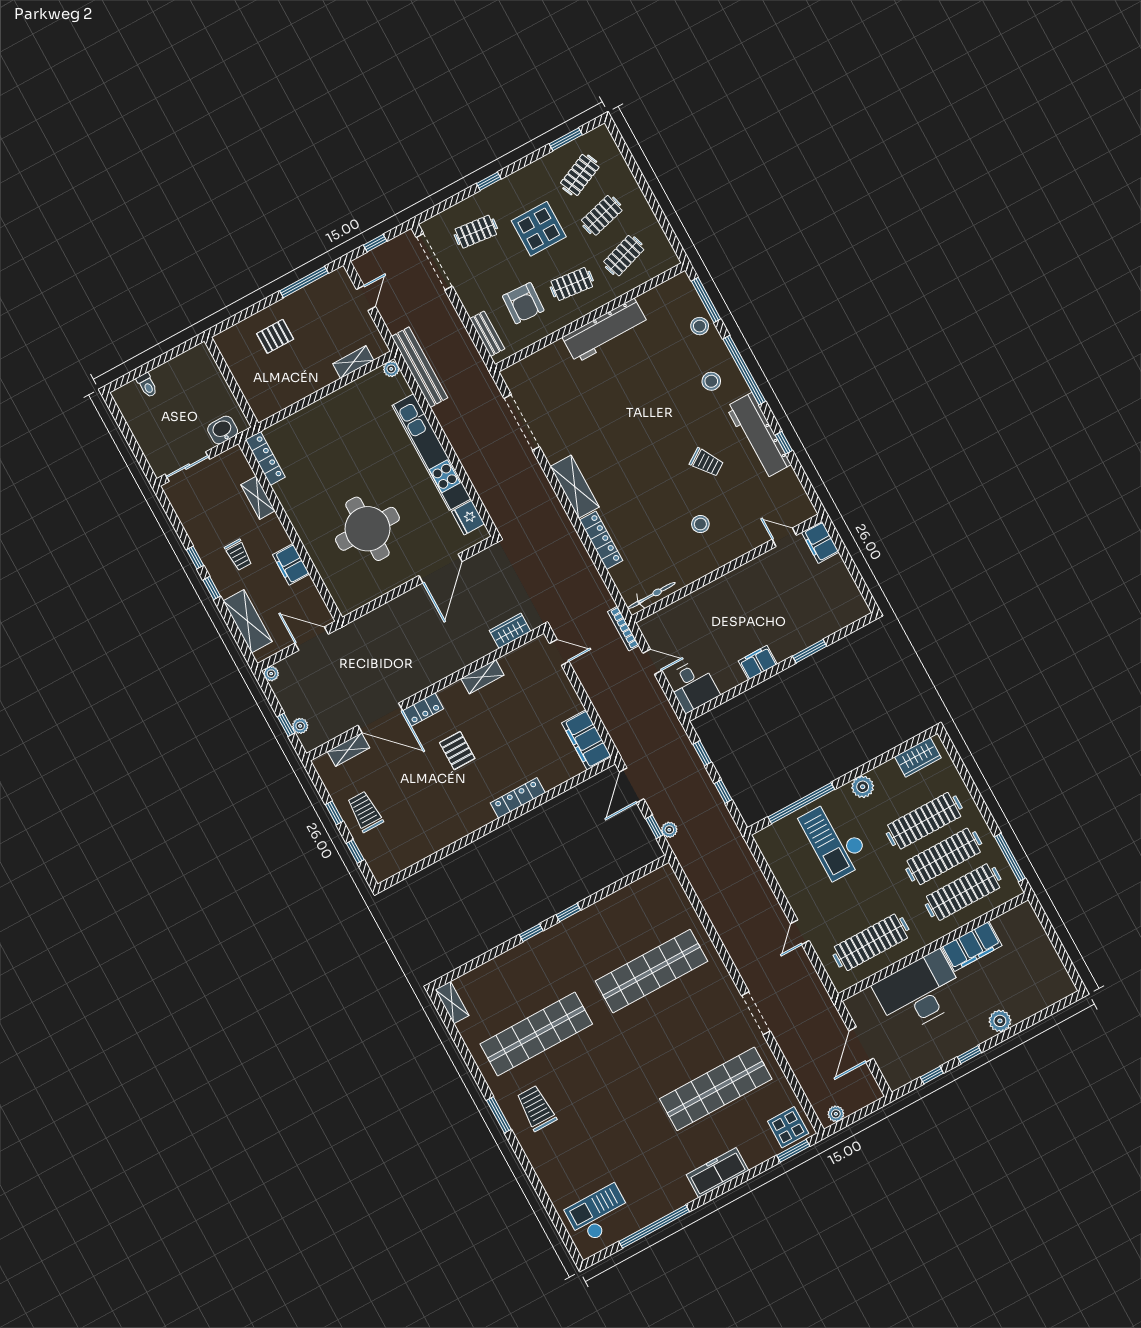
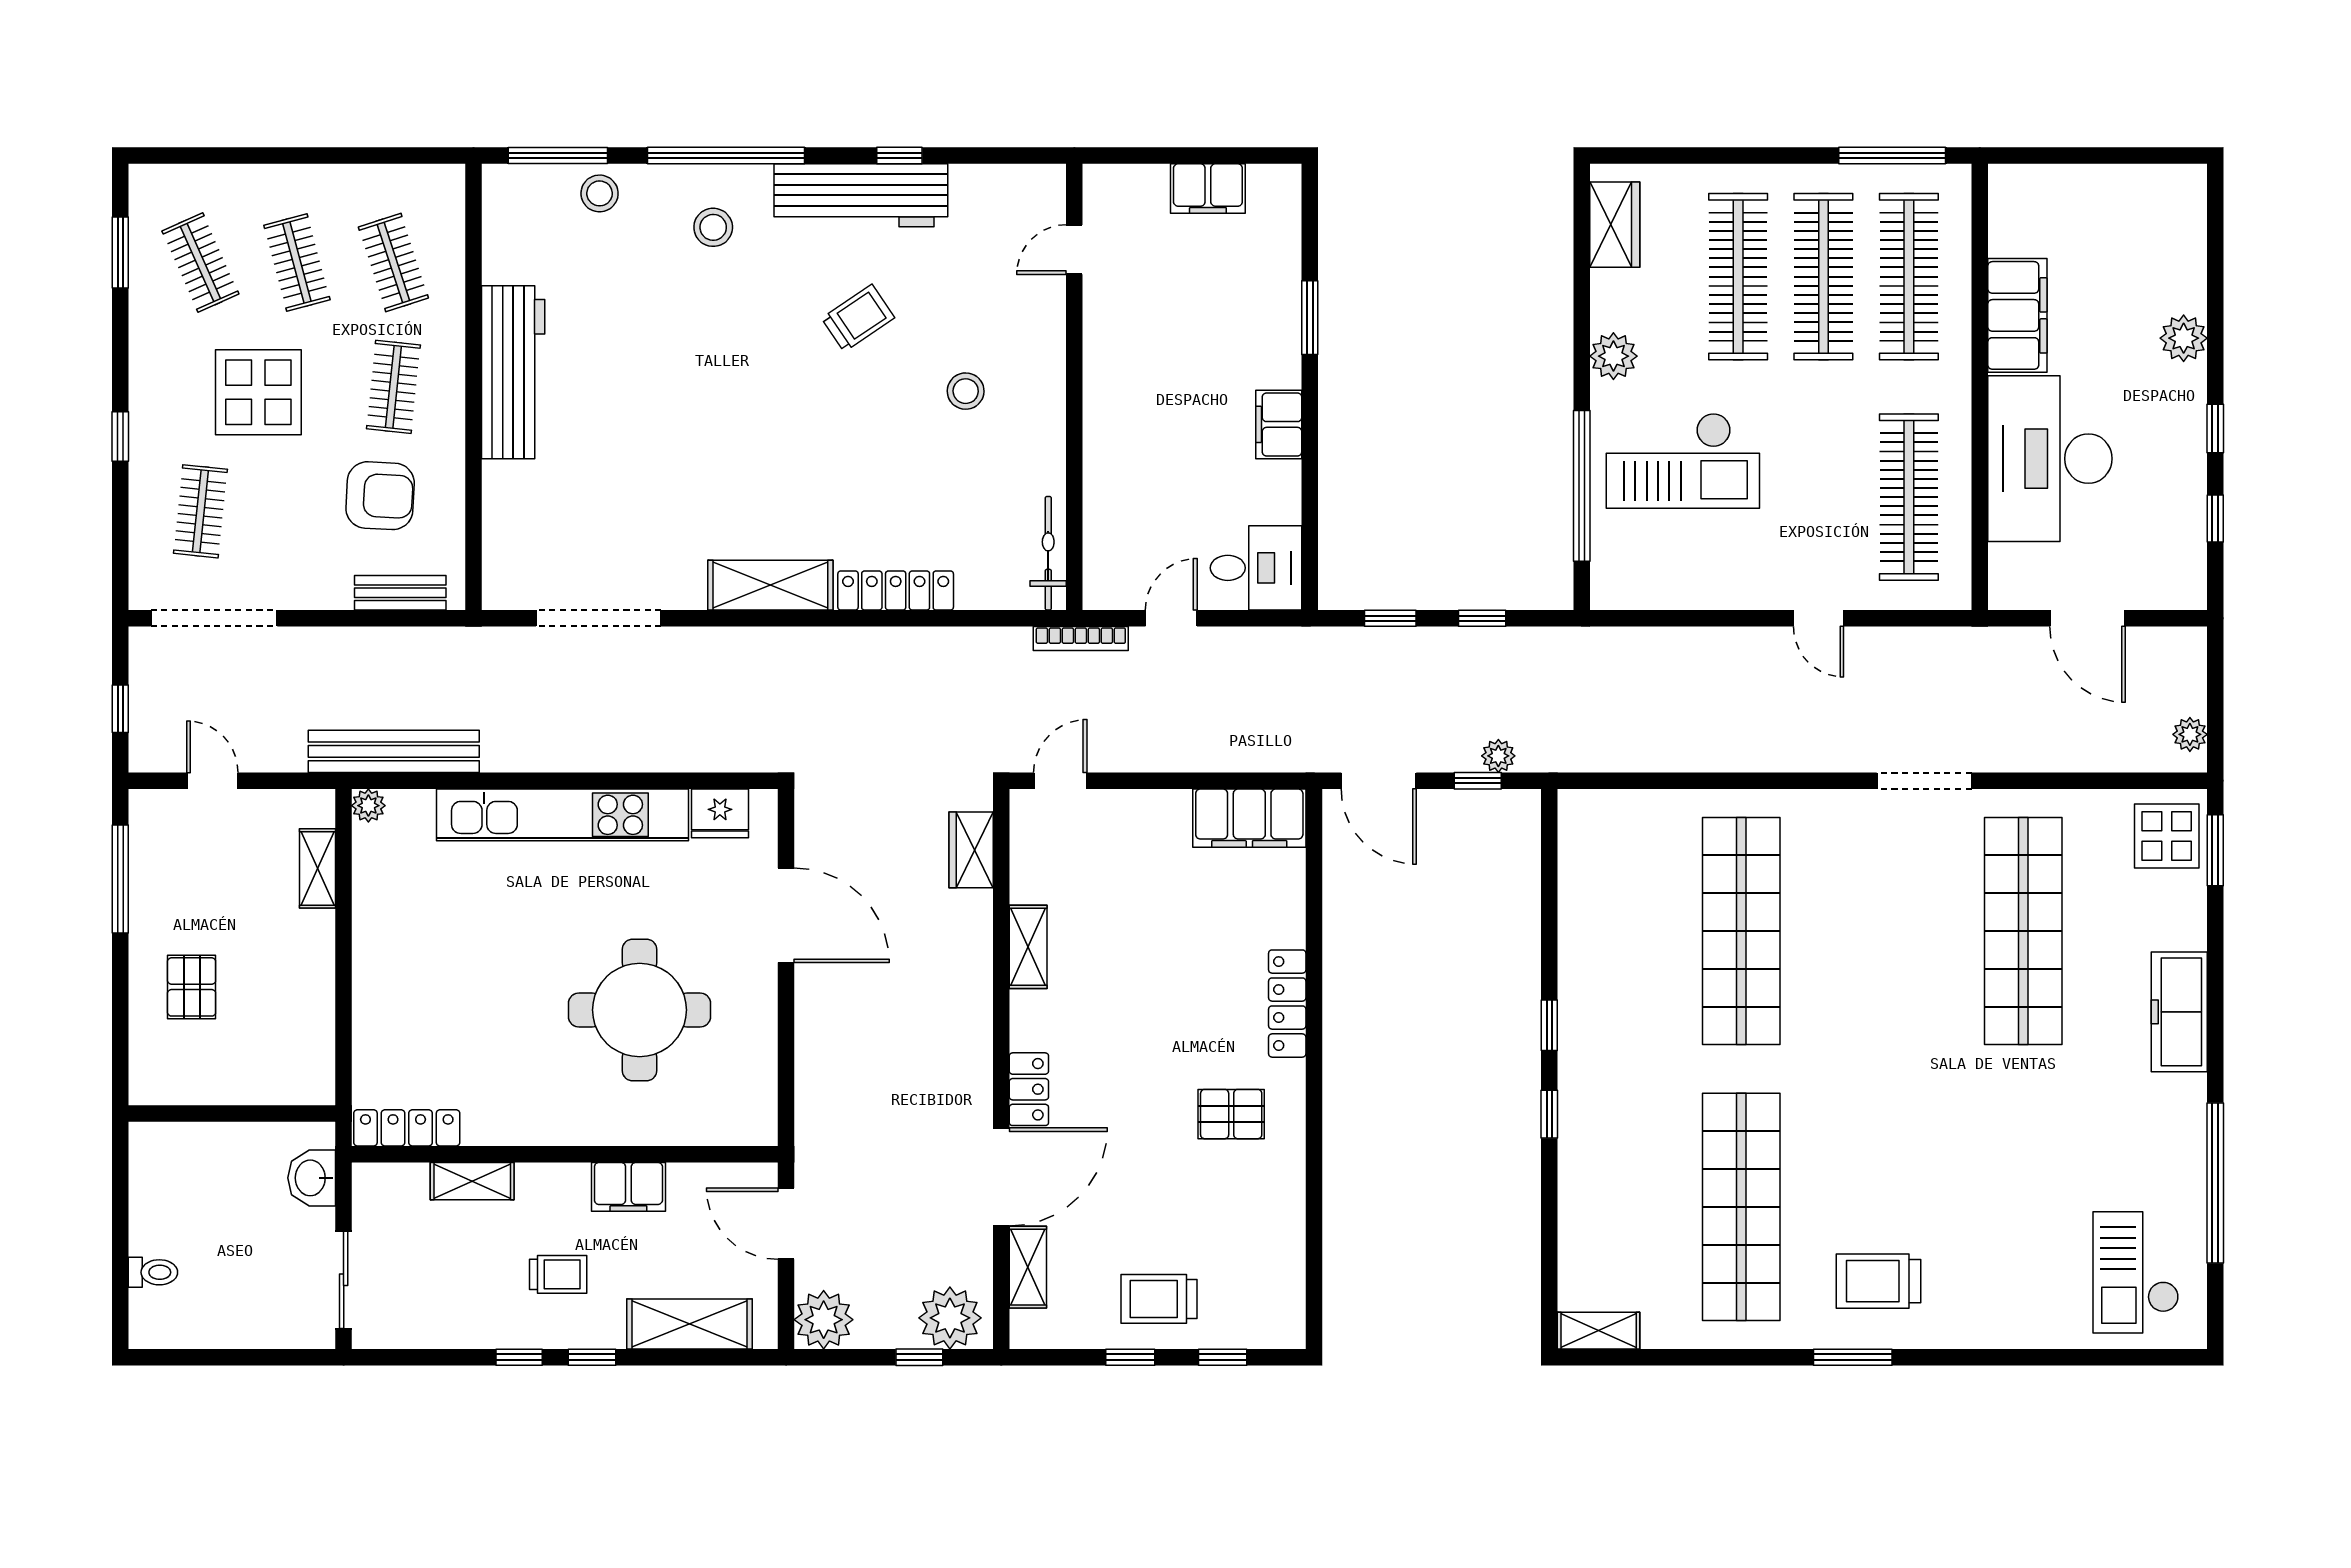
filing cabinet: (820, 542) -> (1208, 188), moved
door: (312, 639) -> (786, 1224), hinge flipped
plant: (271, 674) -> (824, 1320), width x1.87, depth x1.87
plant: (300, 726) -> (950, 1318), width x1.87, depth x1.87
pallet: (457, 751) -> (1231, 1114), moved

